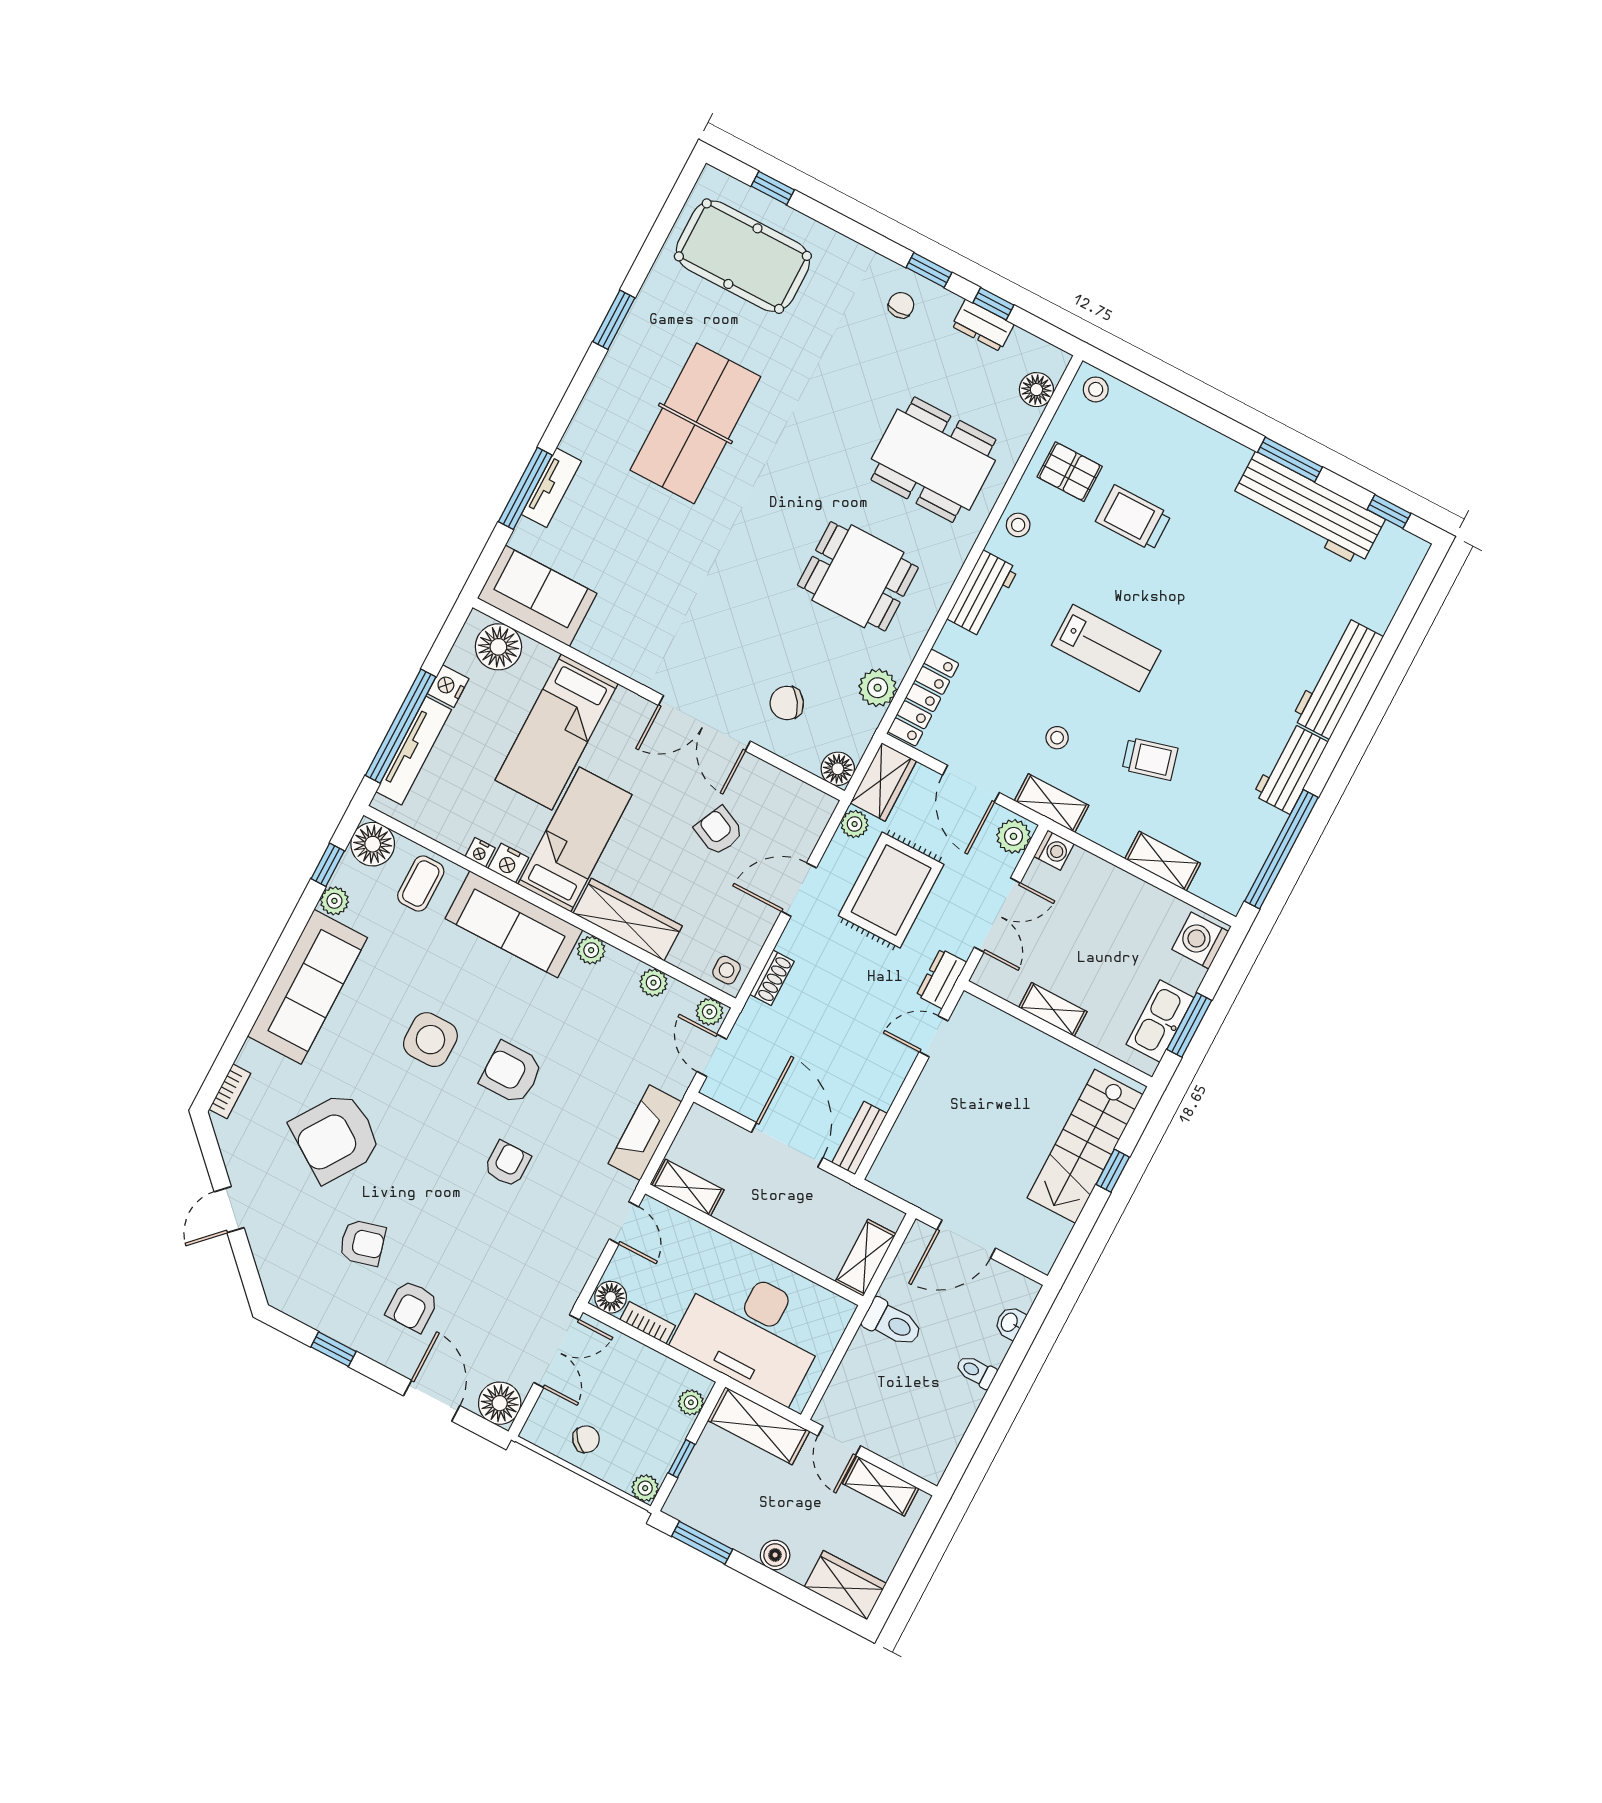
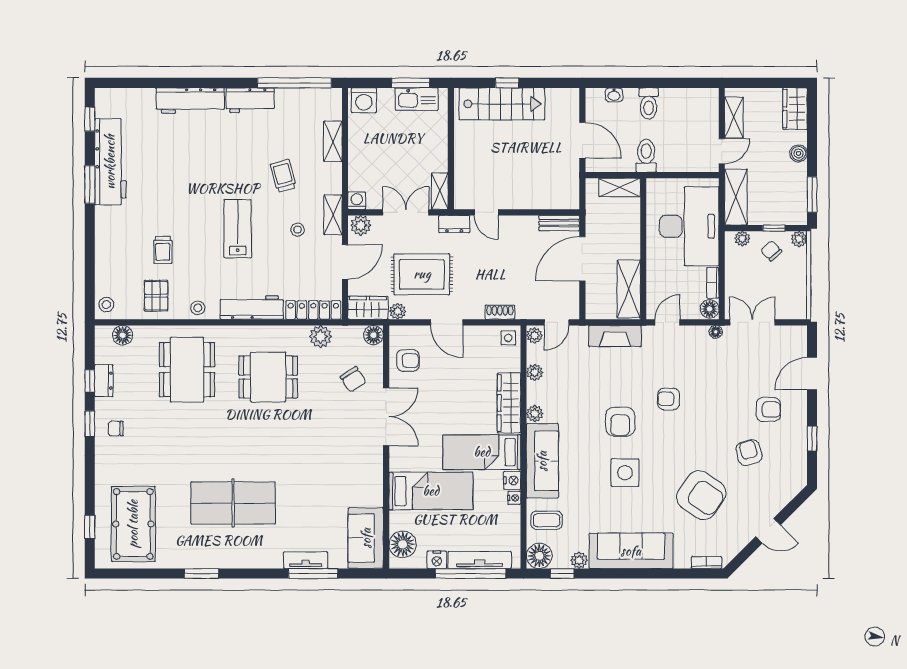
trolley: (1133, 518) -> (163, 250), width x0.73, depth x0.72
dining table: (858, 576) -> (268, 377), turned 90
workbench: (983, 594) -> (252, 308), width x1.38
armchair: (719, 831) -> (408, 360), moved, turned -115
shelving: (1053, 1009) -> (440, 191), moved
shelving: (688, 1188) -> (629, 289), width x1.50, depth x1.33
toilet: (976, 1371) -> (649, 104), width x1.37, depth x1.39
floor lamp: (500, 1403) -> (716, 332), moved, width x0.53, depth x0.53
chair: (586, 1439) -> (771, 251), moved

